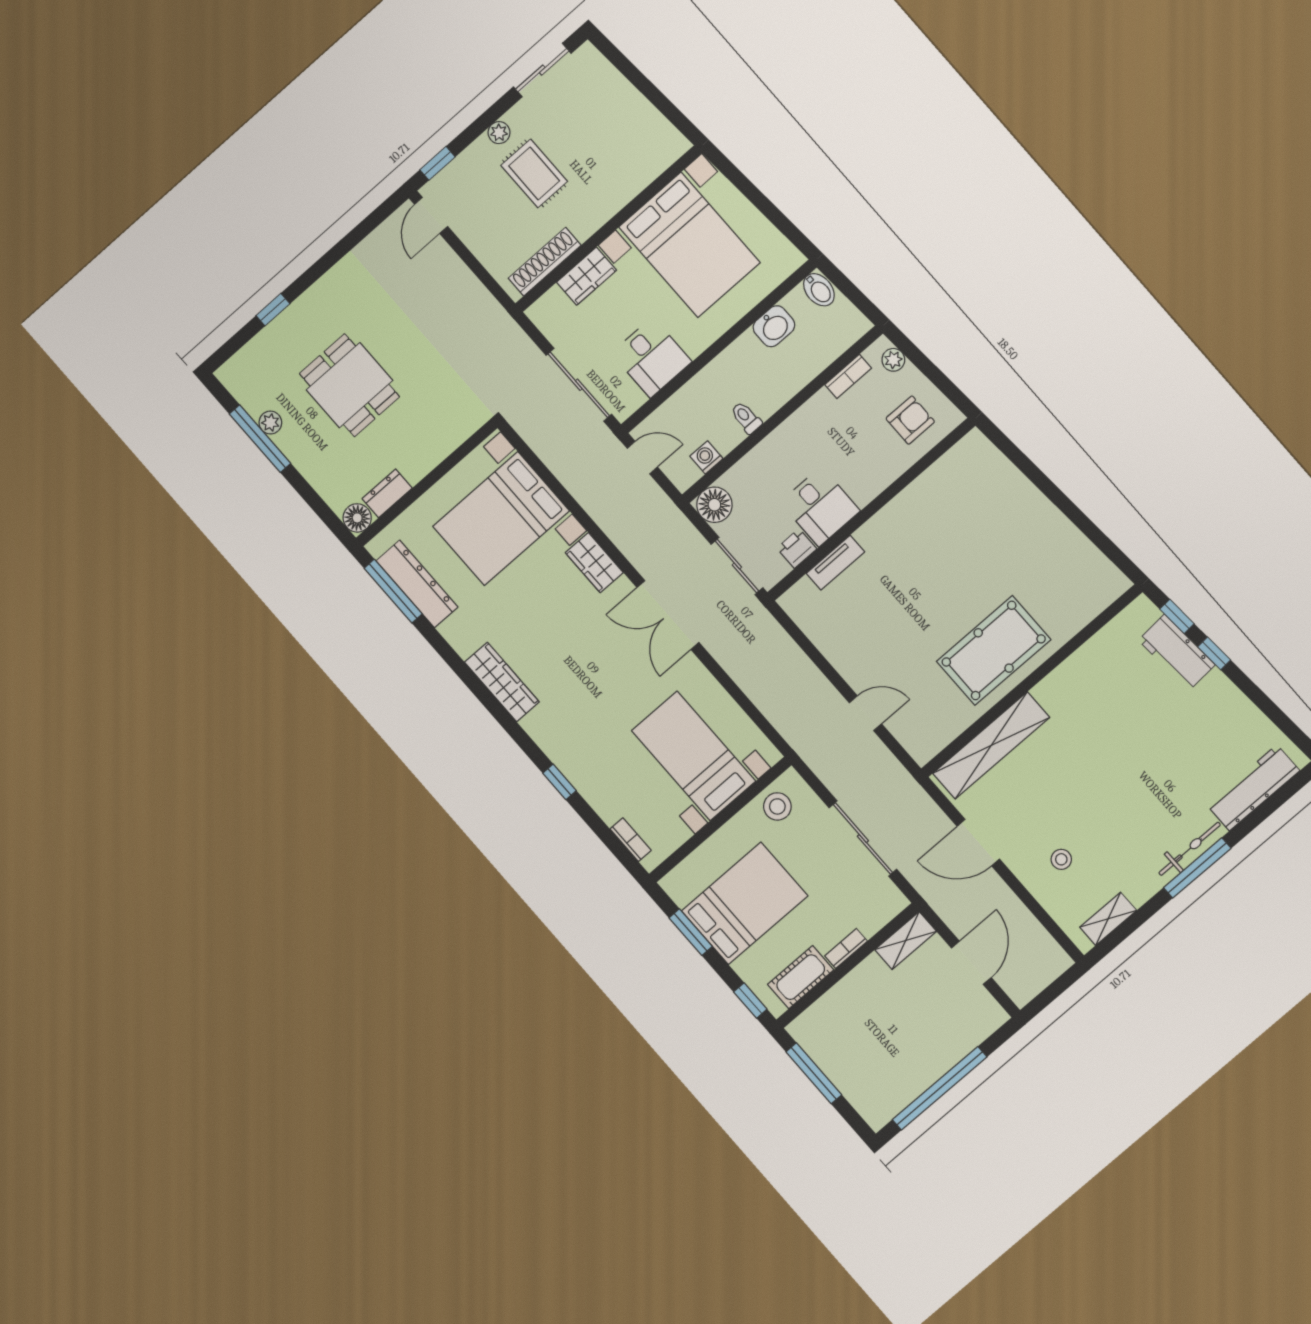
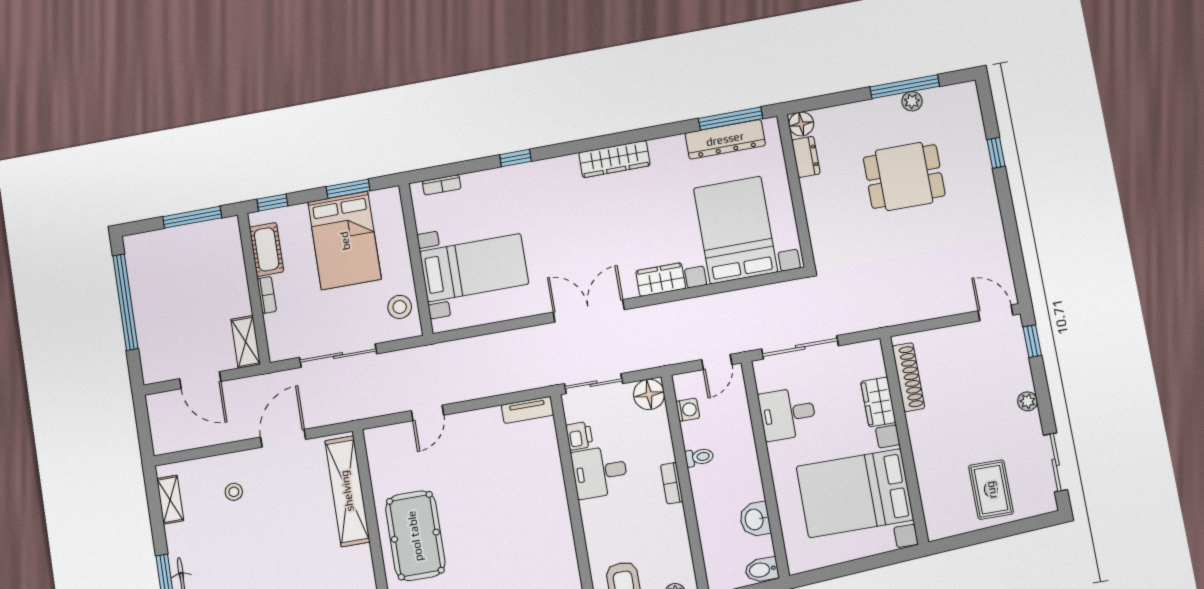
rug: (534, 173) -> (991, 490), moved, turned 90
bookcase: (848, 376) -> (672, 483), moved
tv unit: (835, 563) -> (528, 410), moved, turned -90

